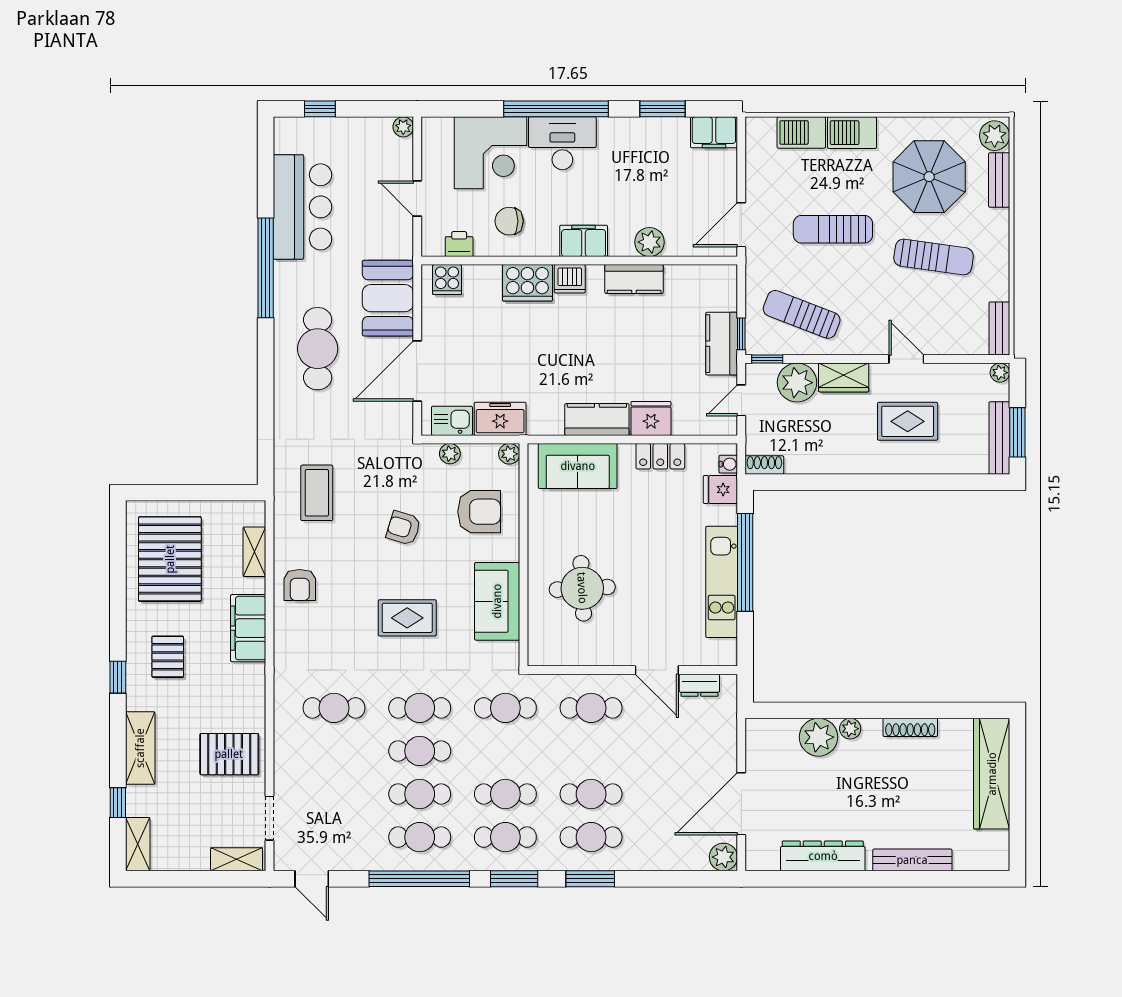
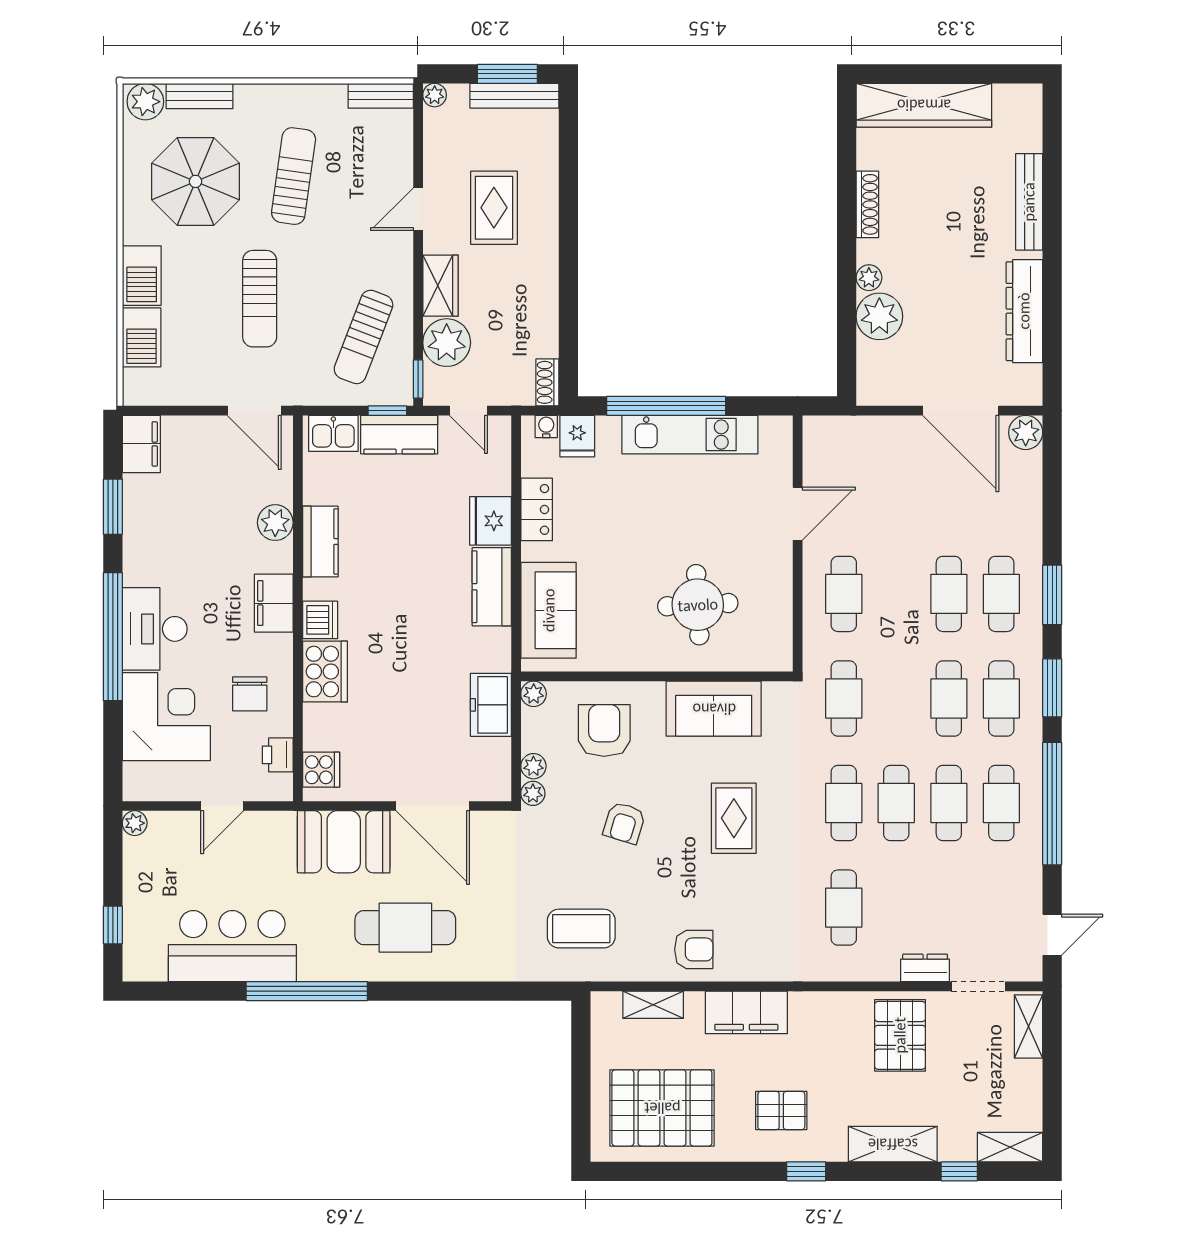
kitchen sink: (452, 421) -> (333, 433), moved, turned -90
plant: (428, 453) -> (533, 793), added
dresser: (699, 685) -> (925, 968), moved, turned -90

